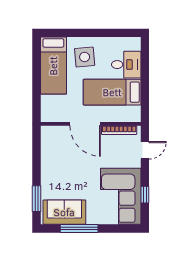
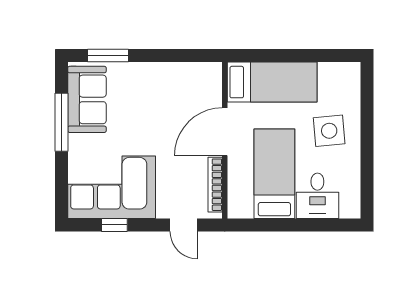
bed: (53, 66) -> (272, 82), moved, turned 180

